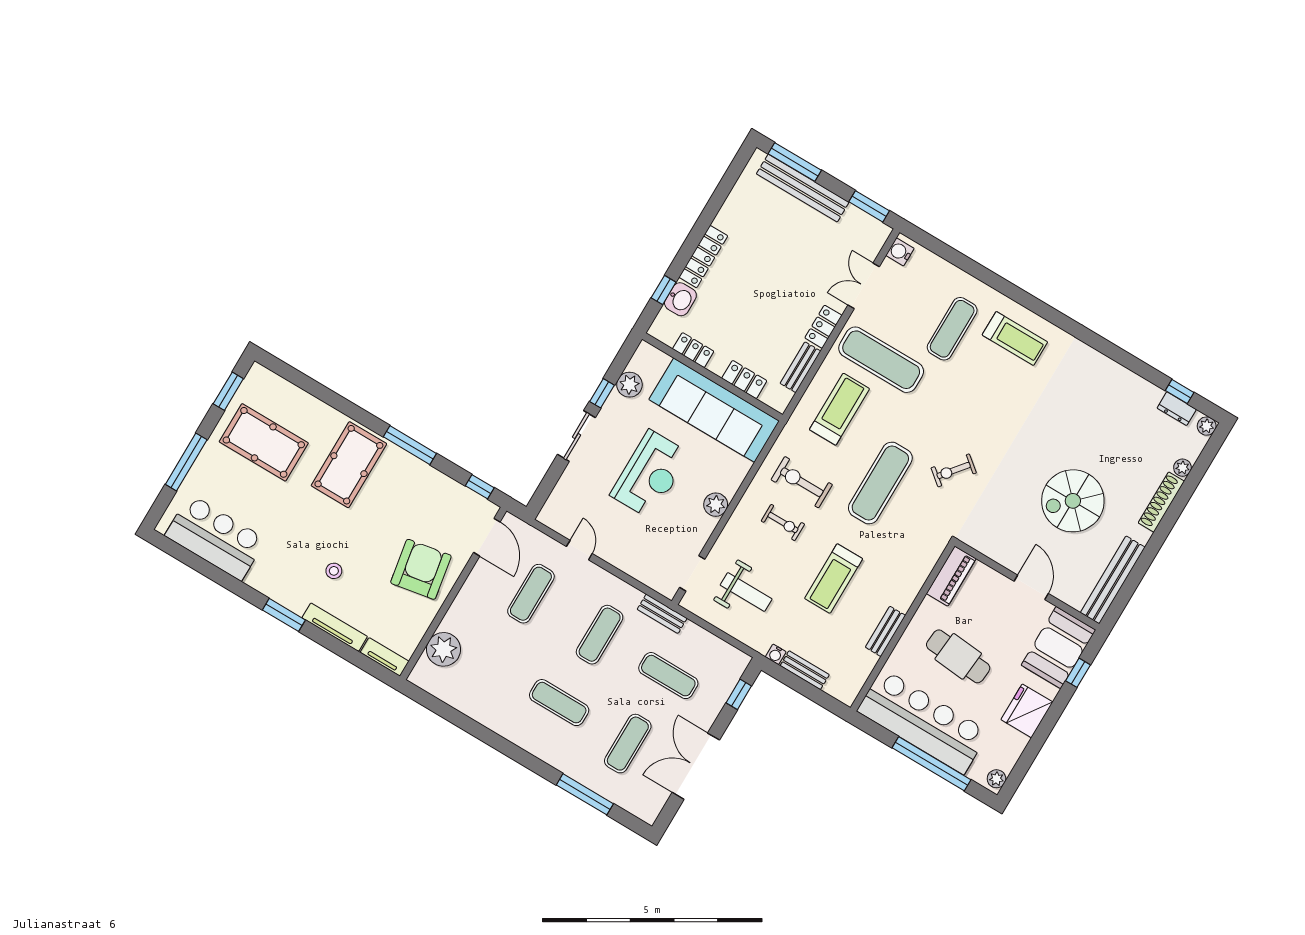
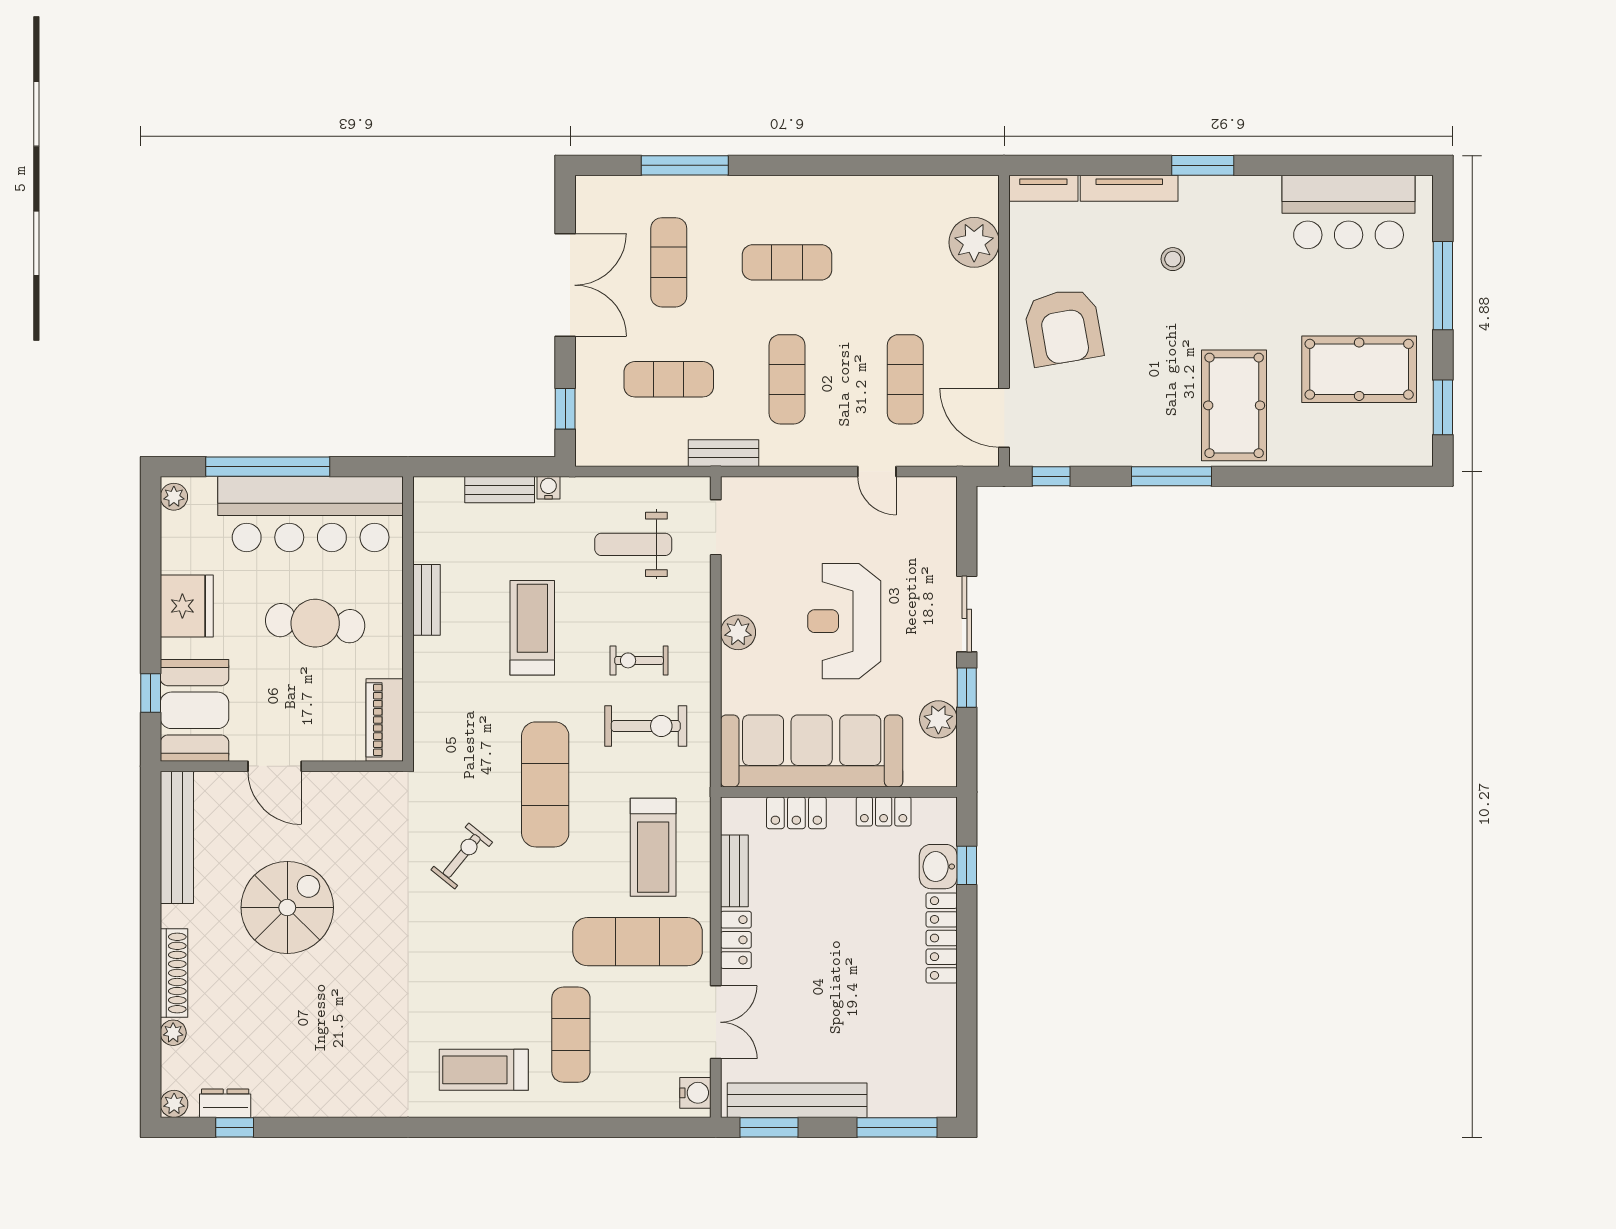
bench: (803, 188) -> (797, 1100), moved

